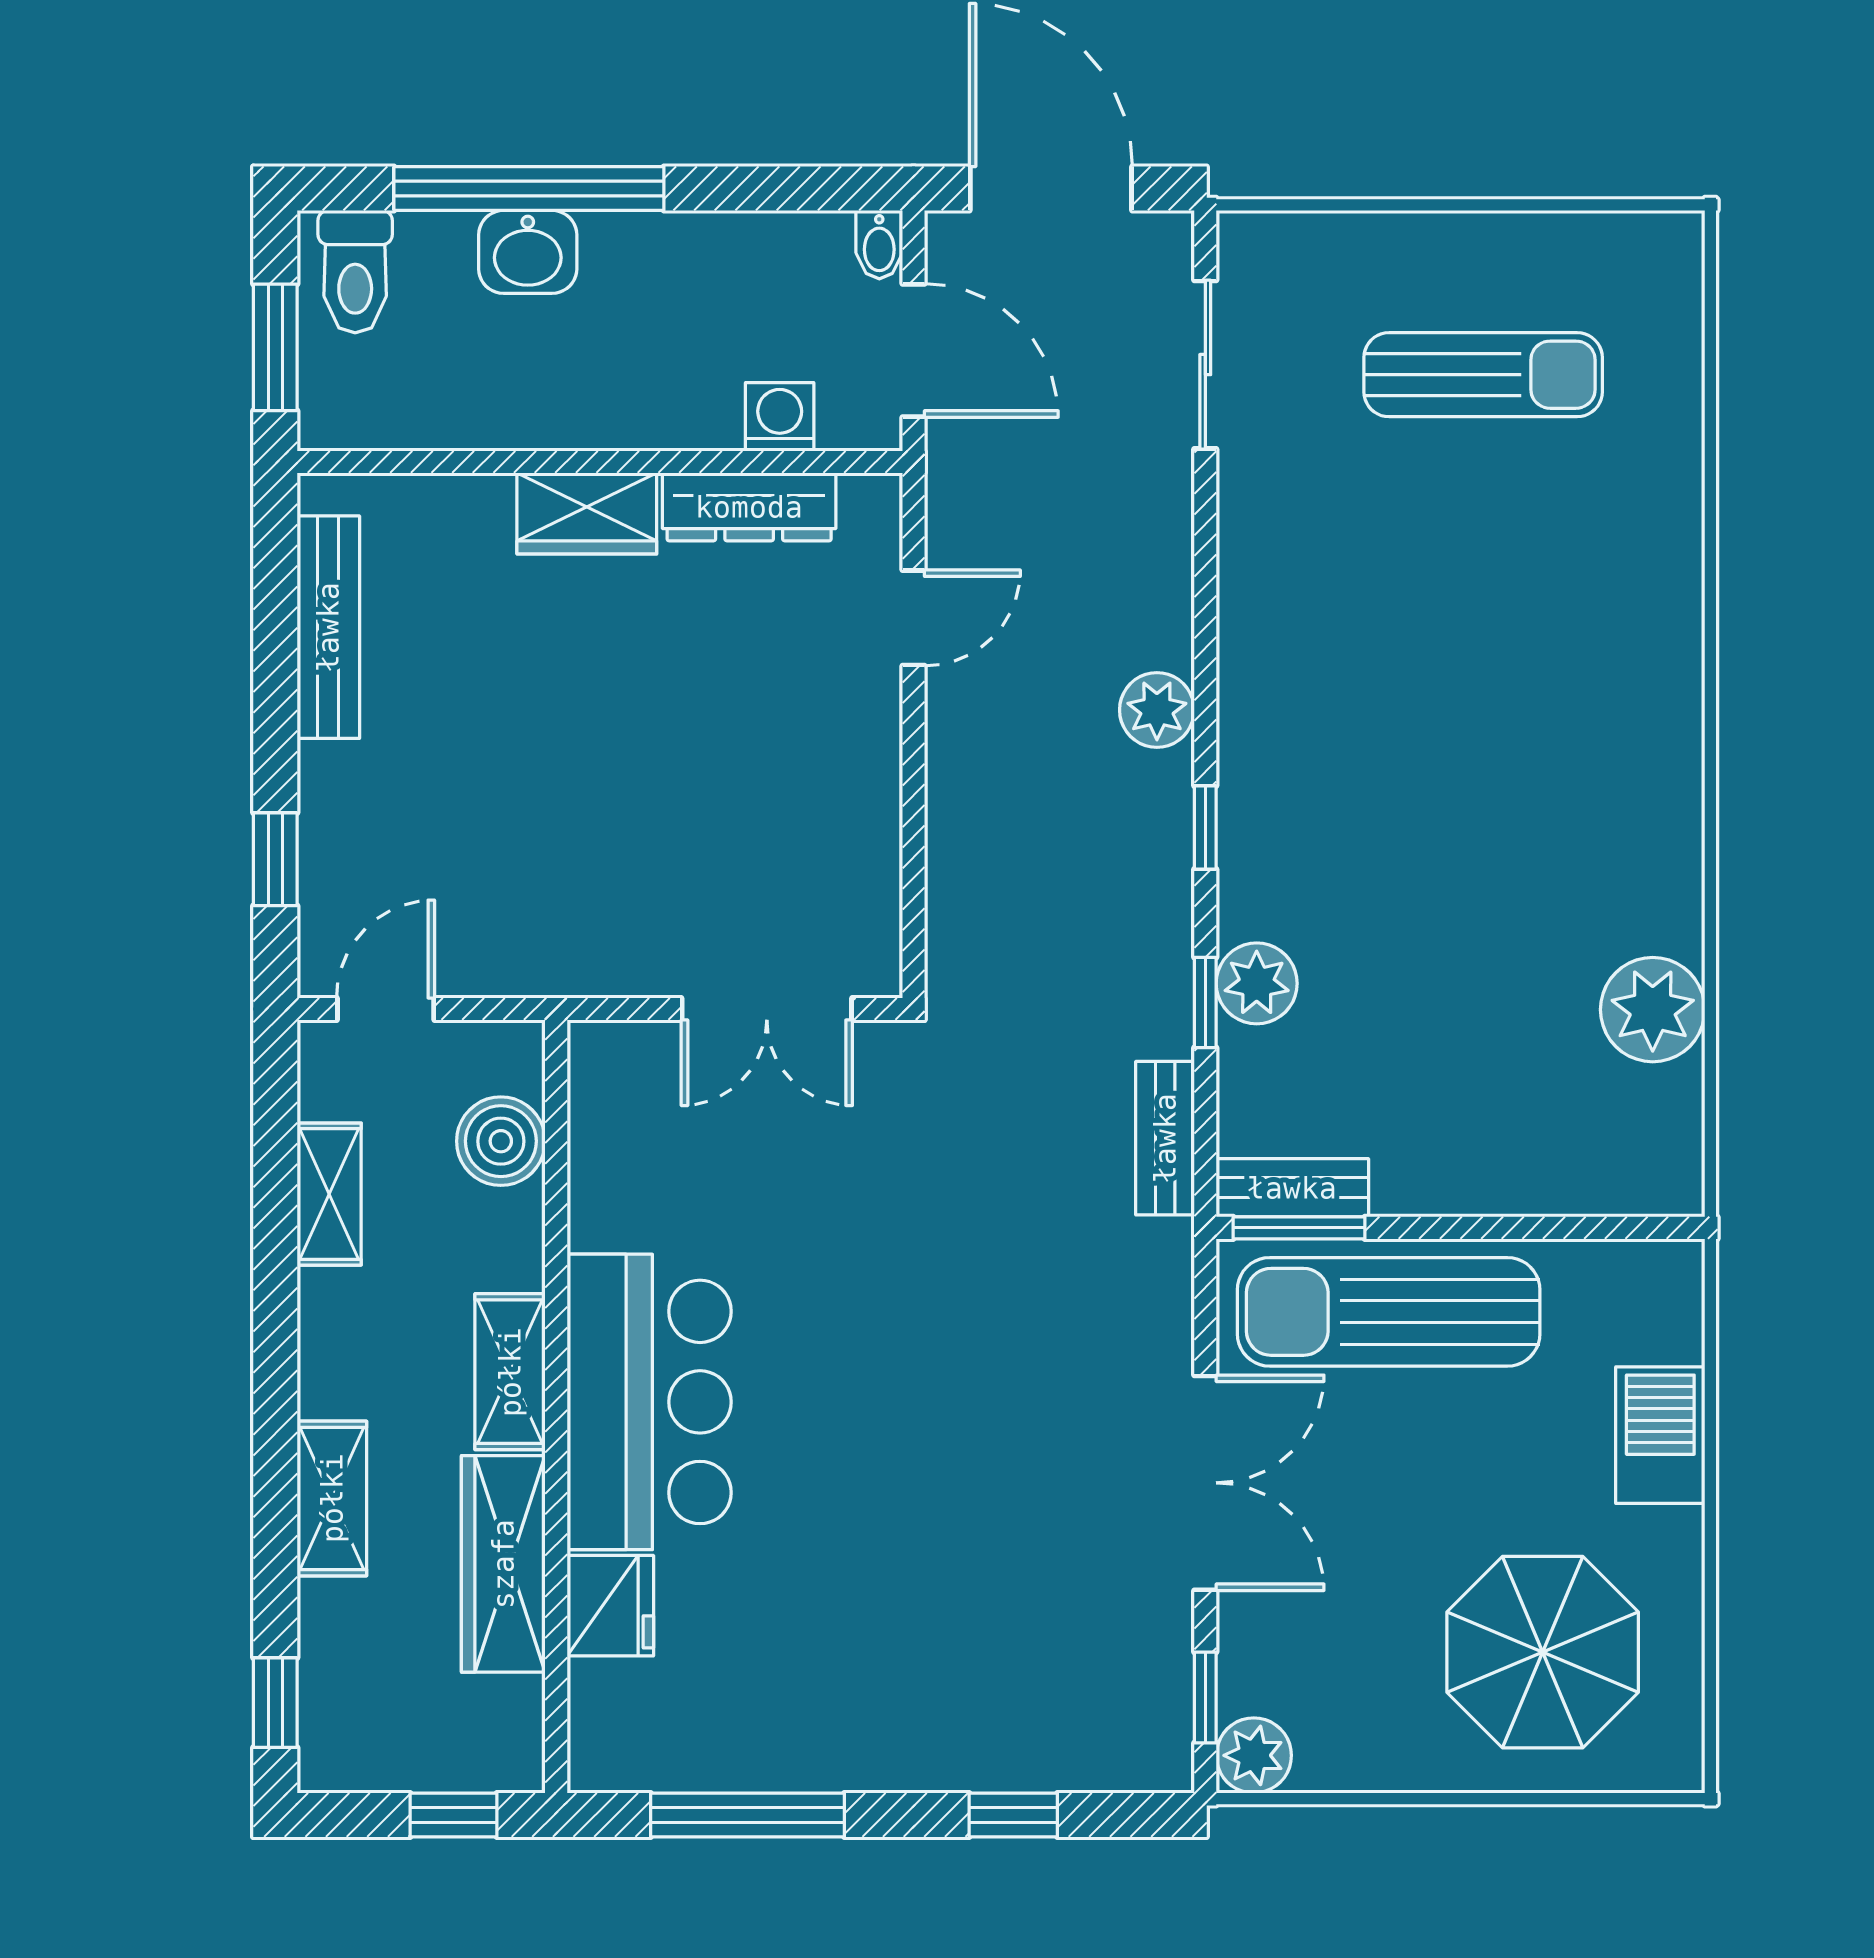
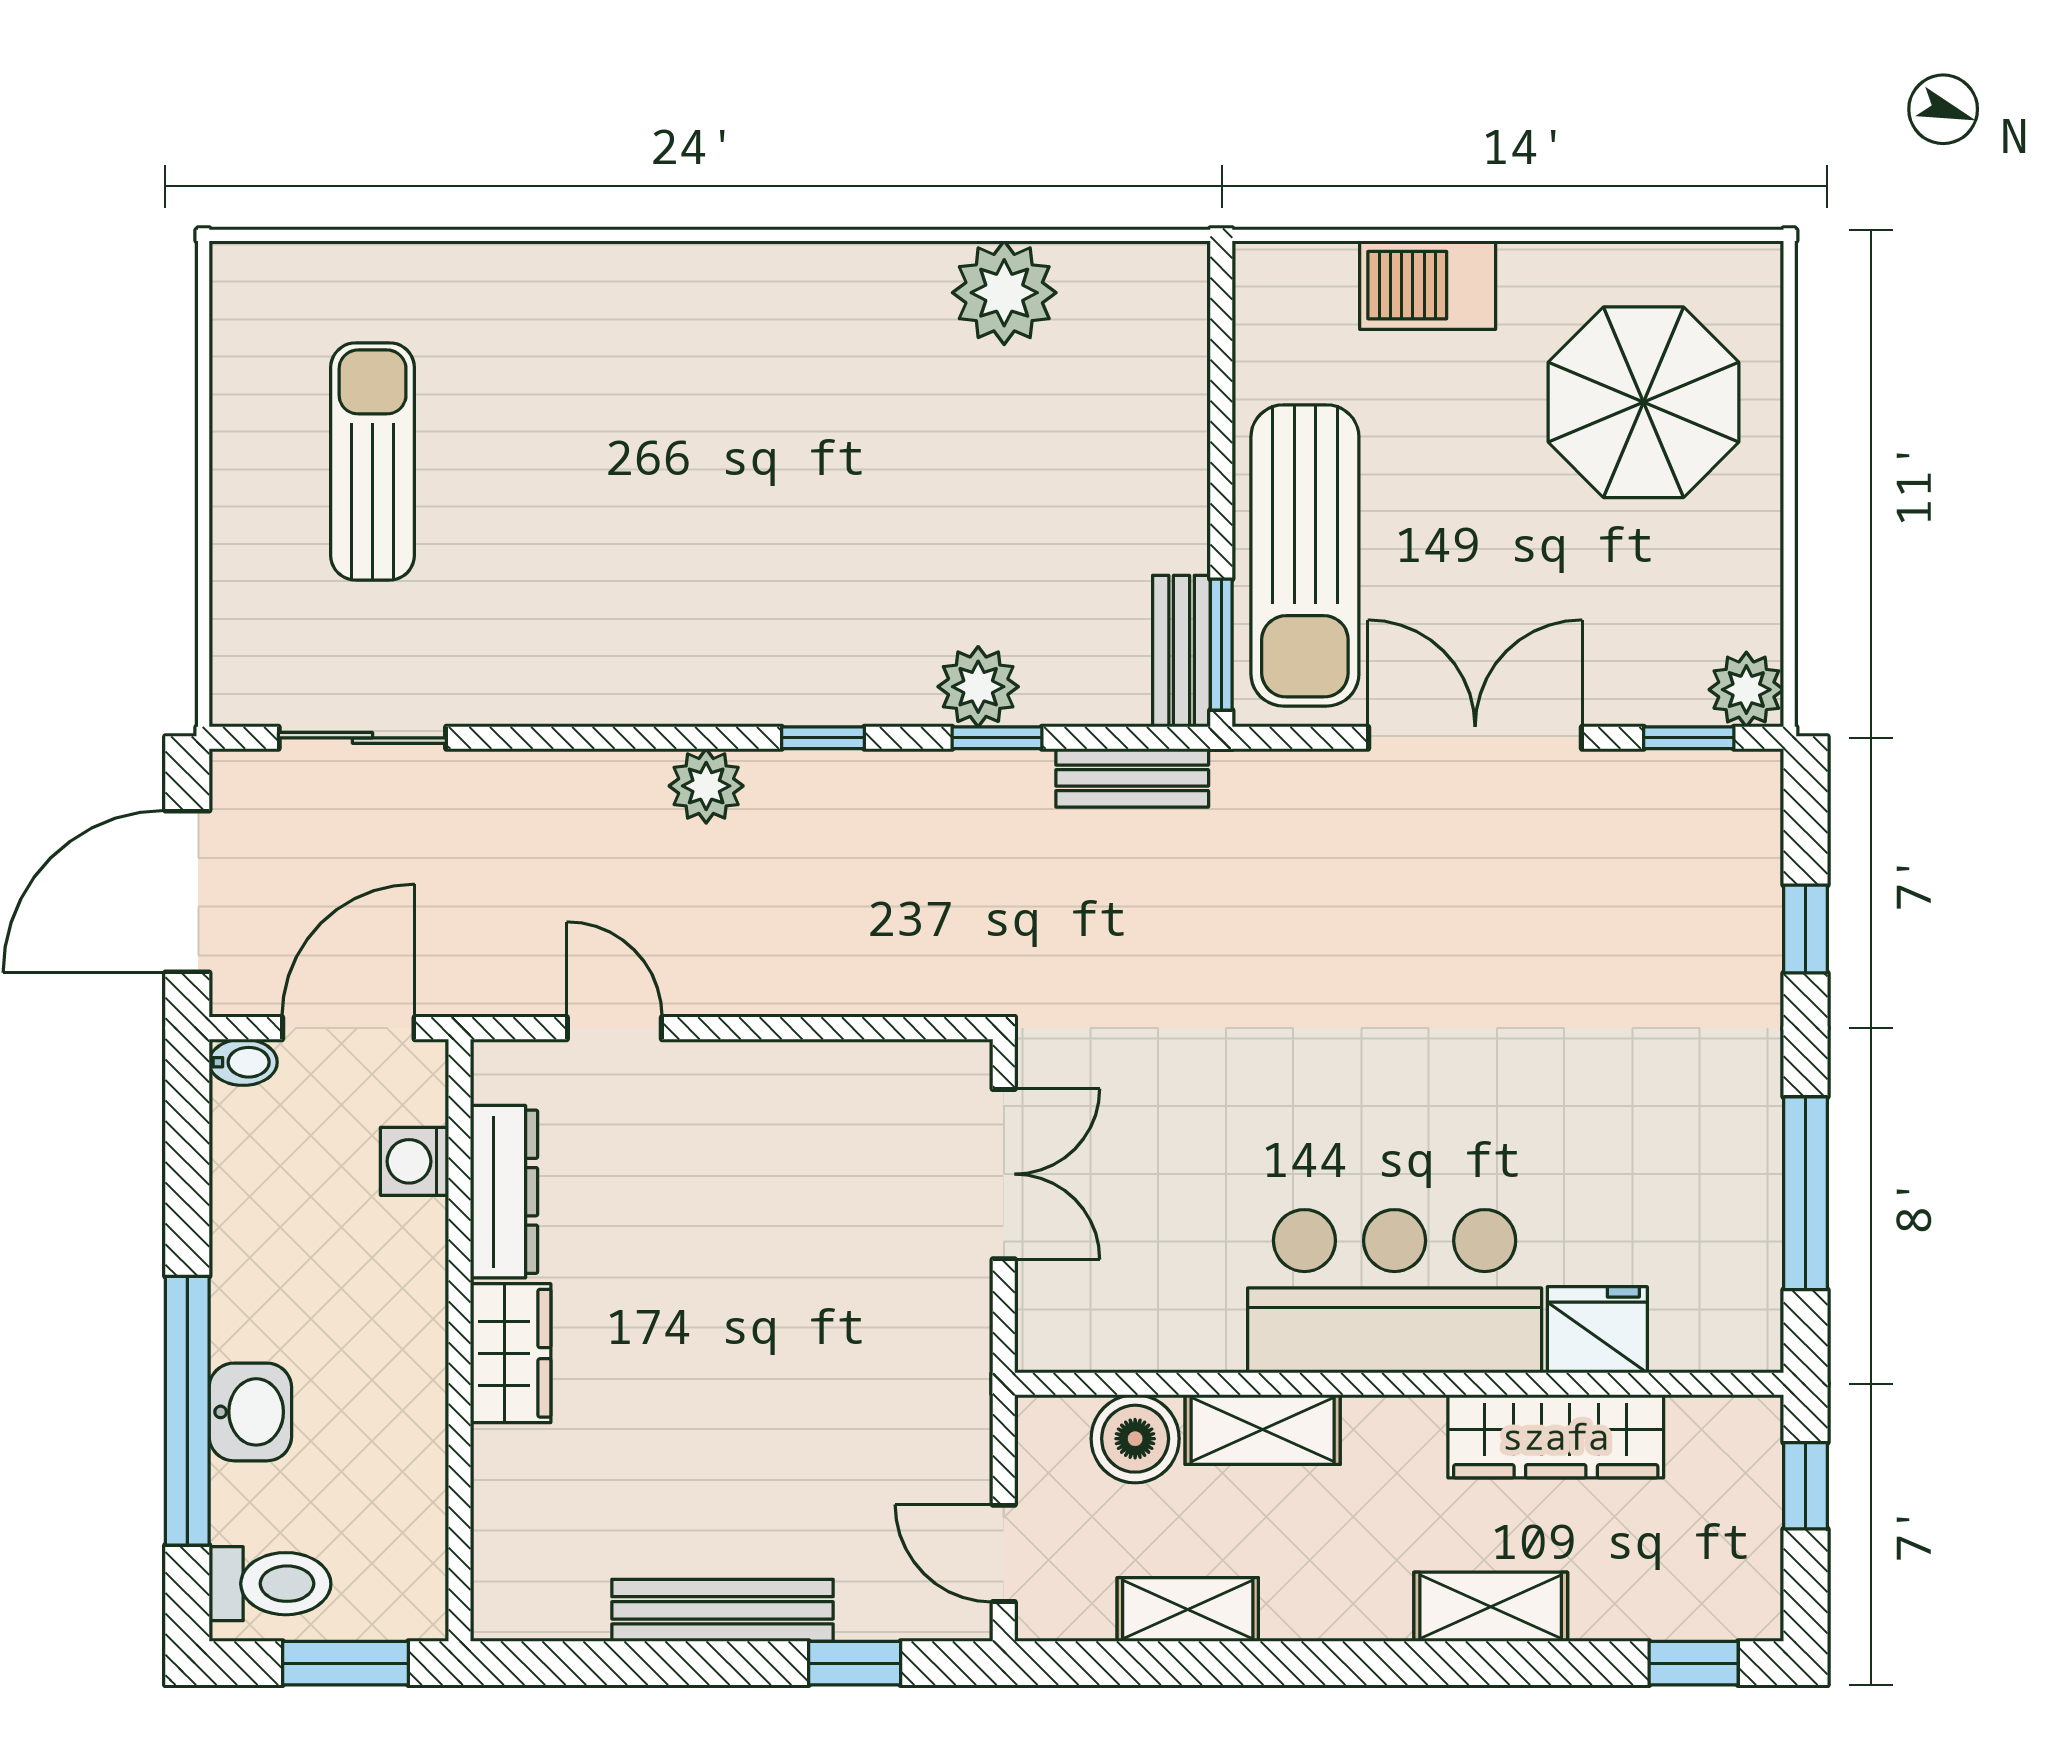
bench: (328, 627) -> (722, 1610), moved
shelving: (510, 1372) -> (1263, 1430), moved

